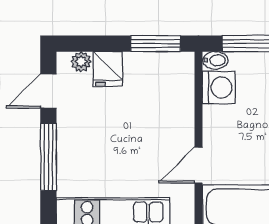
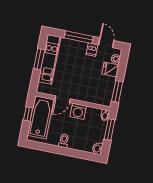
washing machine: (219, 88) -> (78, 111), moved
dishwasher: (71, 121) -> (92, 50), added
door: (199, 165) -> (63, 99), swing flipped

